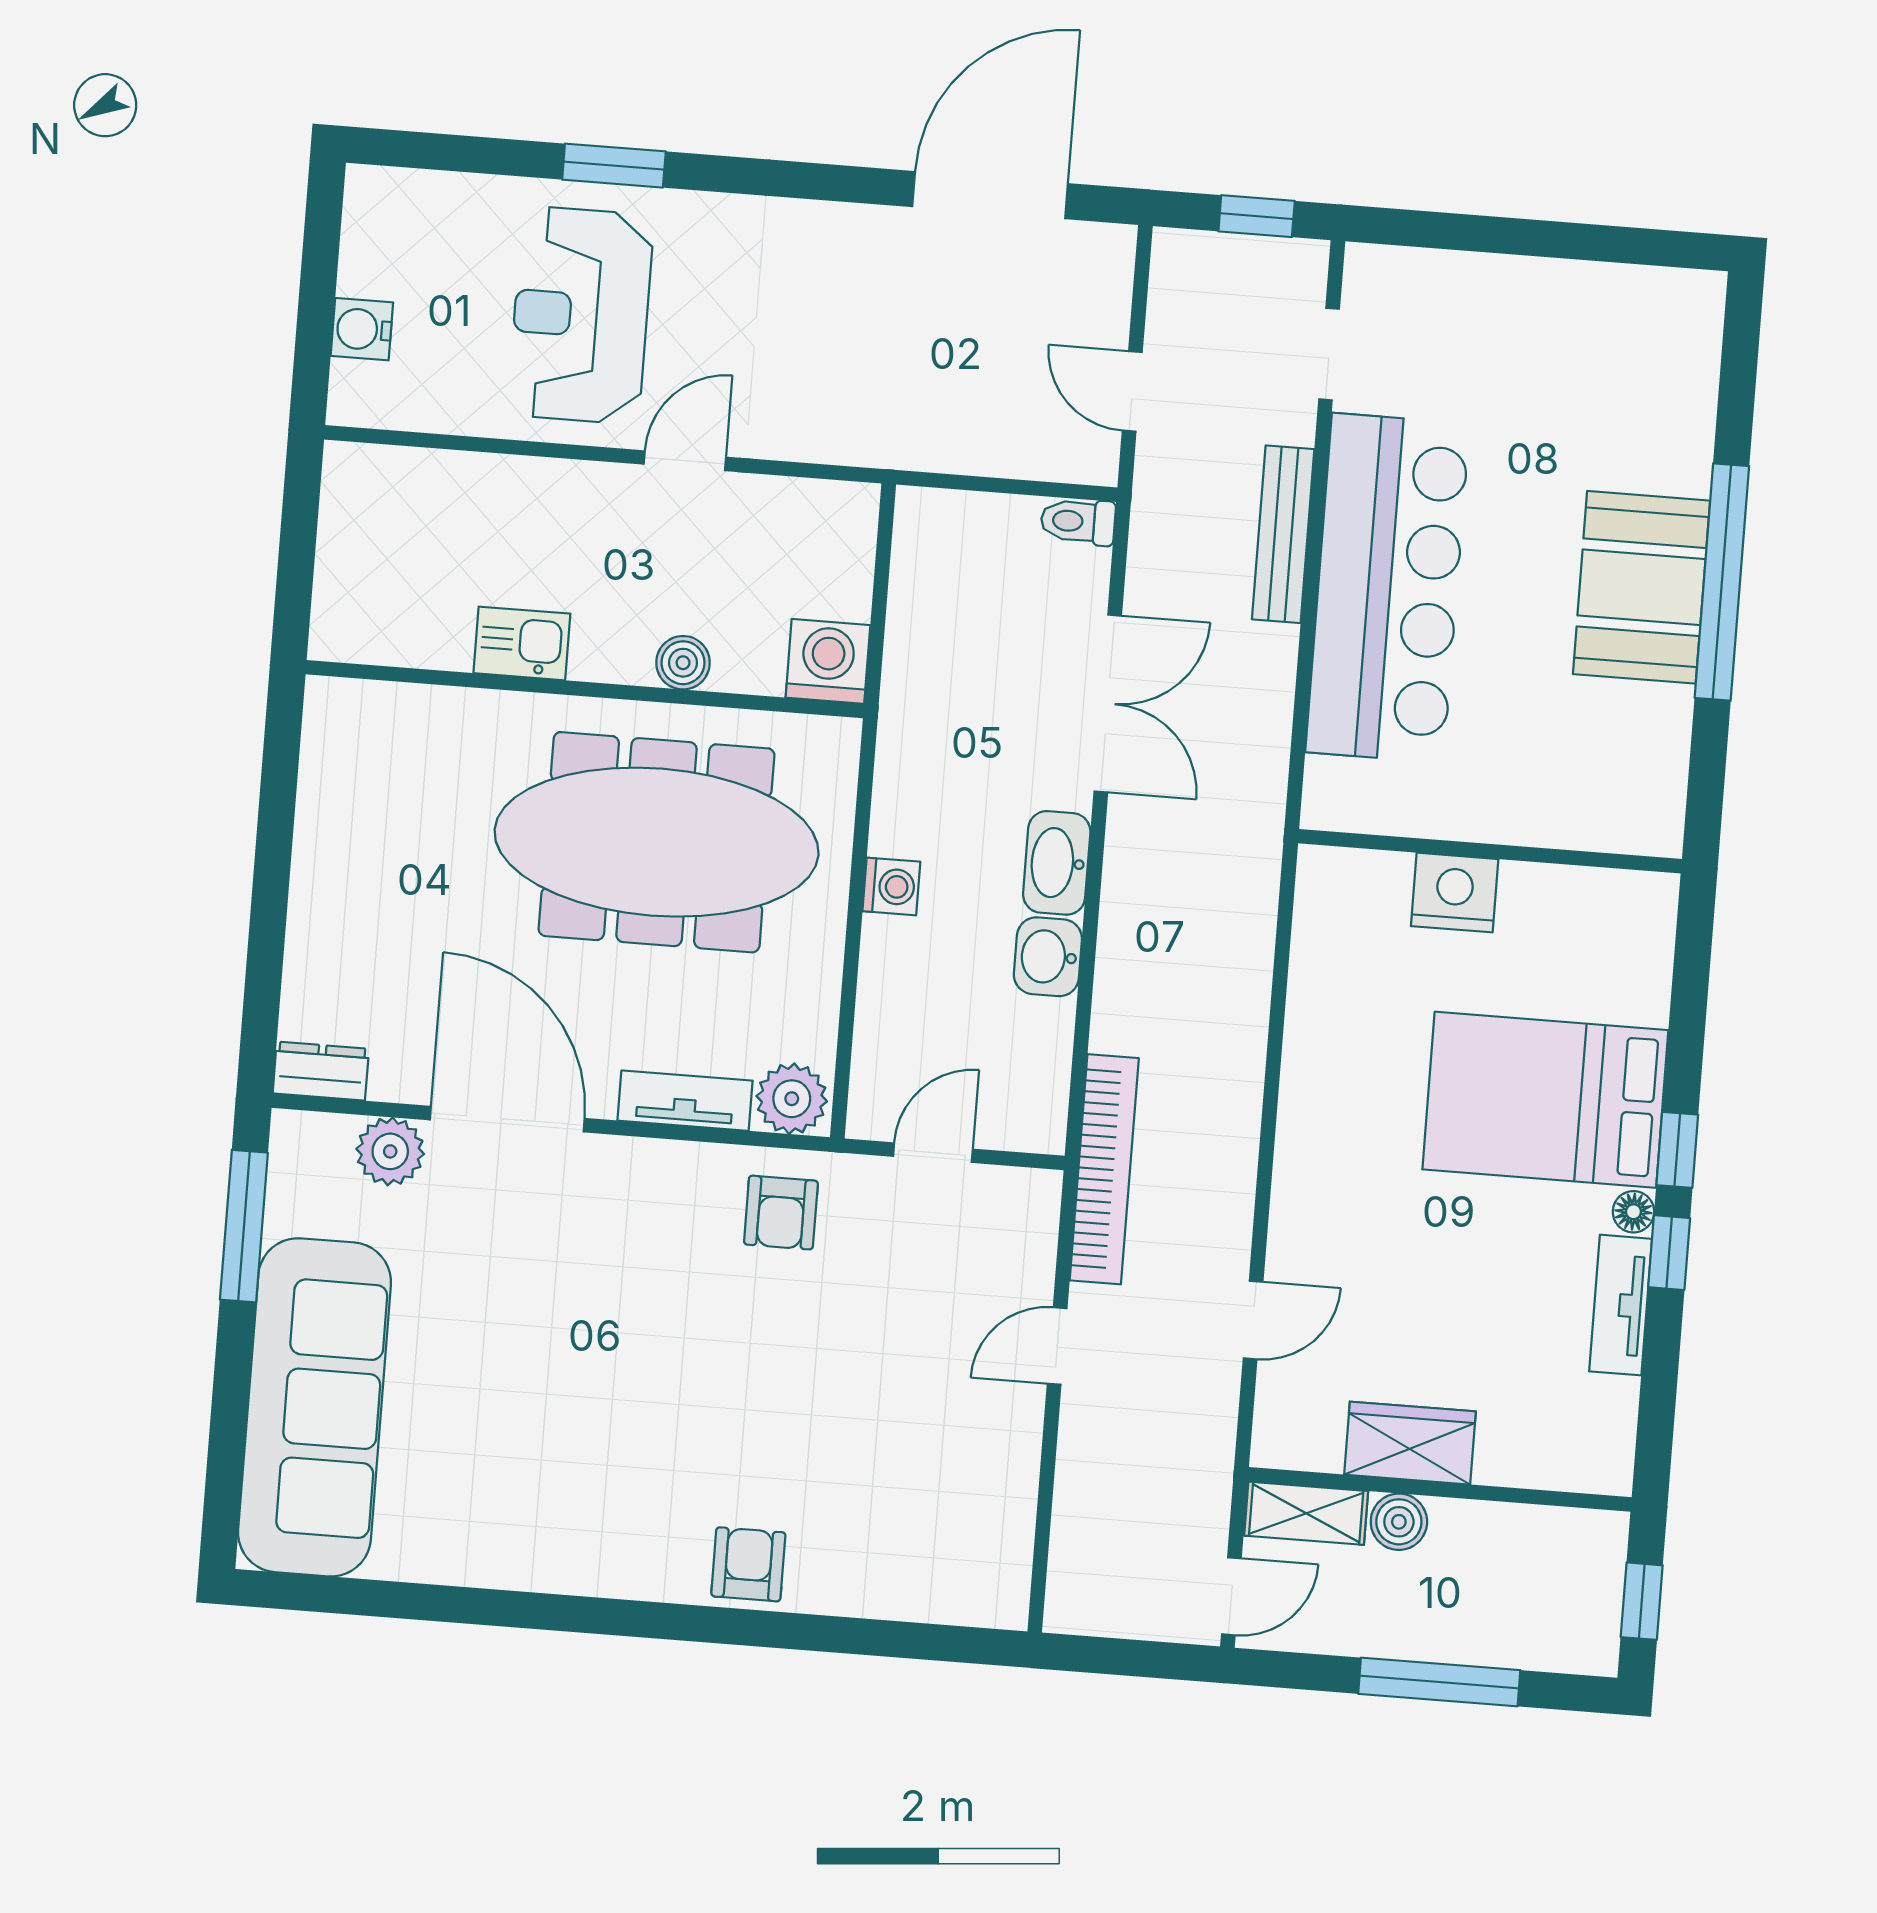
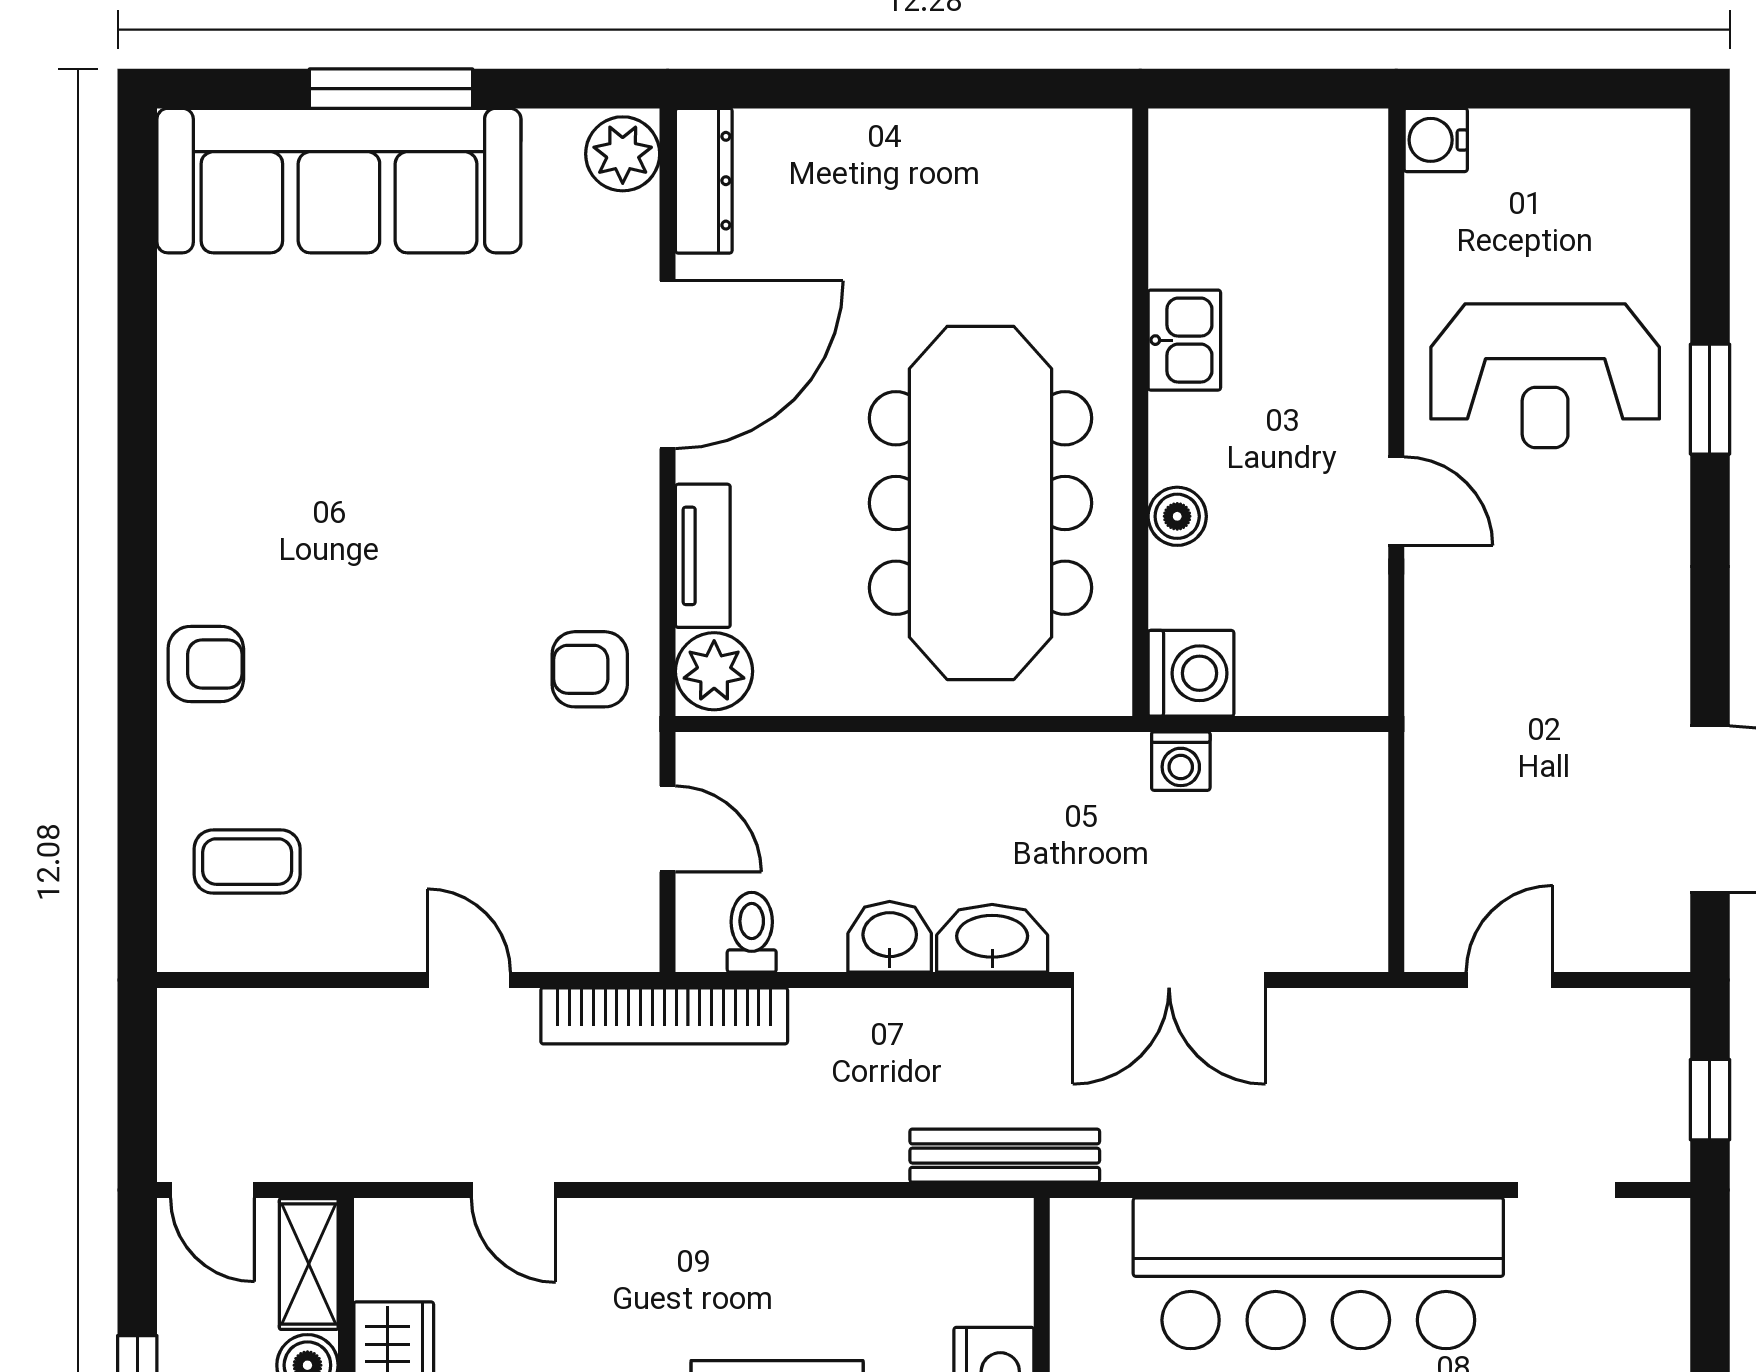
reception desk: (581, 315) -> (1545, 376), turned 180
water cooler: (362, 329) -> (1436, 140), moved, turned -90
toilet: (1078, 522) -> (752, 932), moved
bench: (1283, 534) -> (1005, 1156), moved
washing machine: (891, 886) -> (1181, 761), moved
dresser: (321, 1071) -> (704, 181), width x1.44
plant: (390, 1151) -> (623, 154), moved
window: (244, 1226) -> (391, 89), moved
coffee table: (933, 1541) -> (247, 862), added

